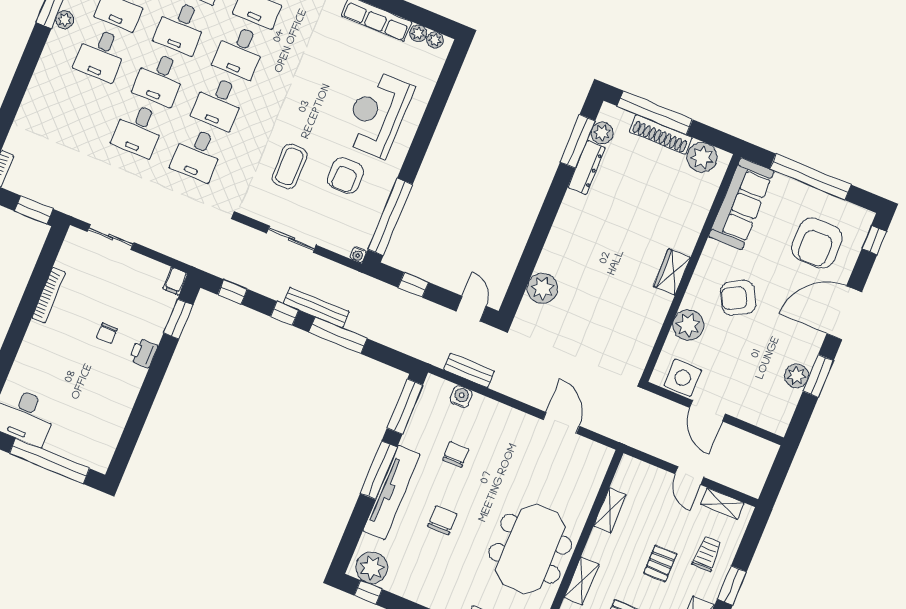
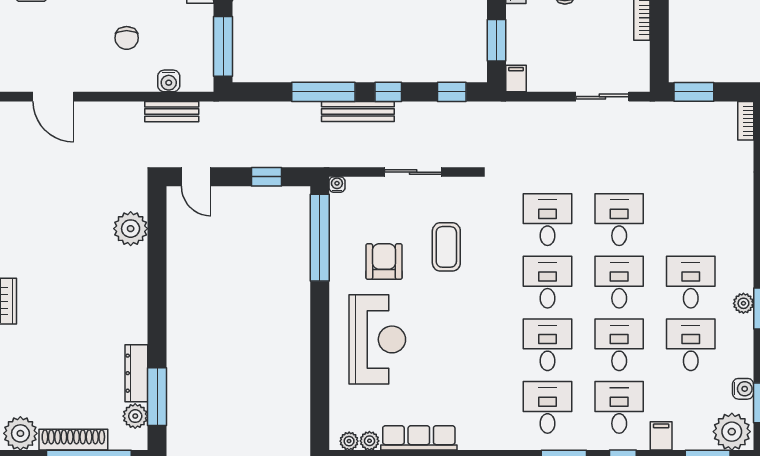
chair: (456, 454) -> (127, 38), moved

